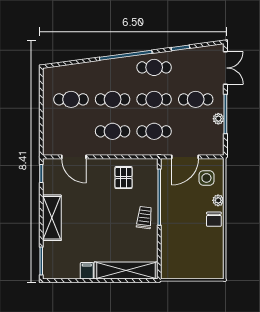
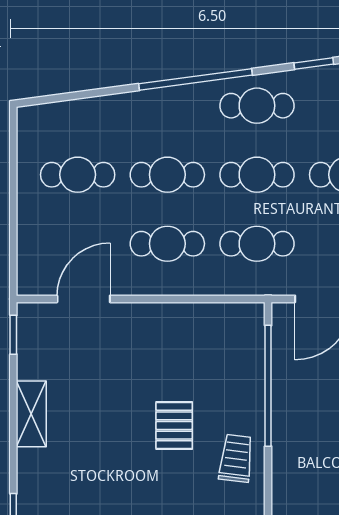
door: (74, 157) -> (84, 299), swing flipped
pallet: (124, 178) -> (174, 426), moved
shelving: (52, 218) -> (31, 414), width x0.67, depth x0.75
trolley: (144, 218) -> (236, 458), moved

